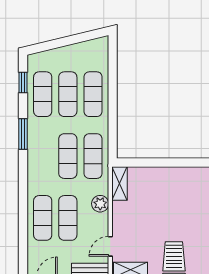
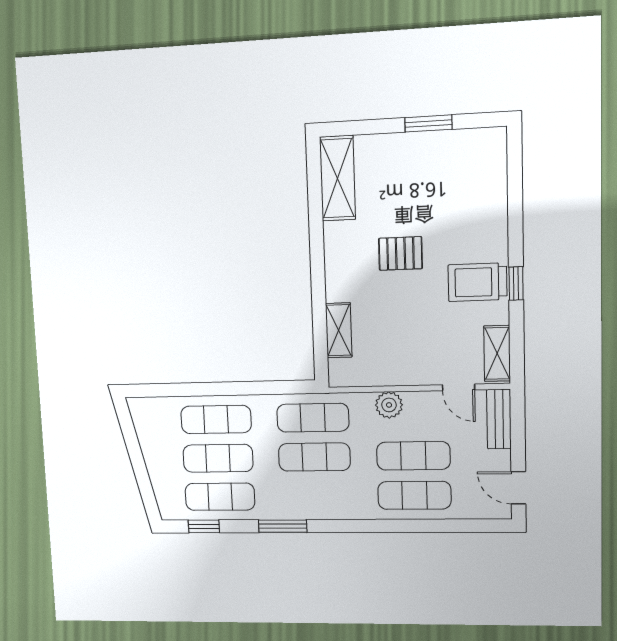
shelving: (119, 183) -> (339, 330), moved, turned 90
pallet: (193, 213) -> (401, 253), added

